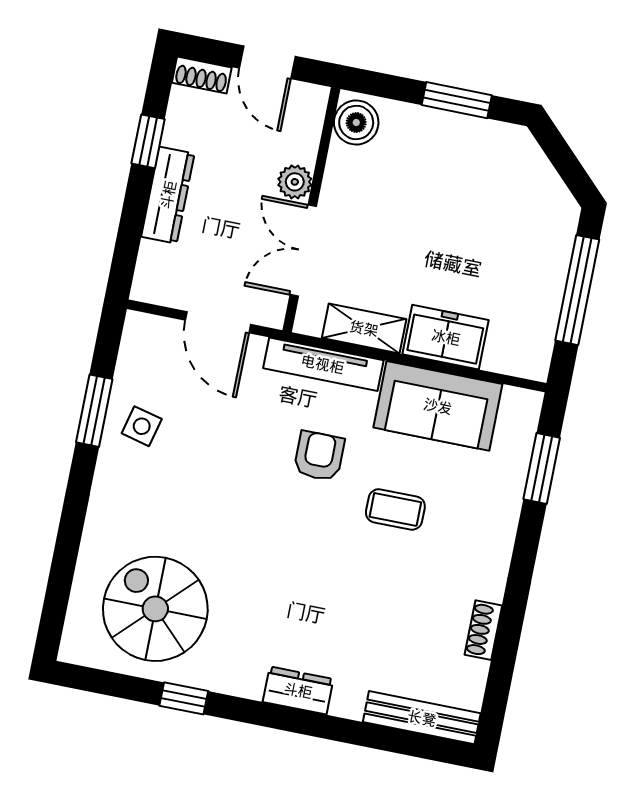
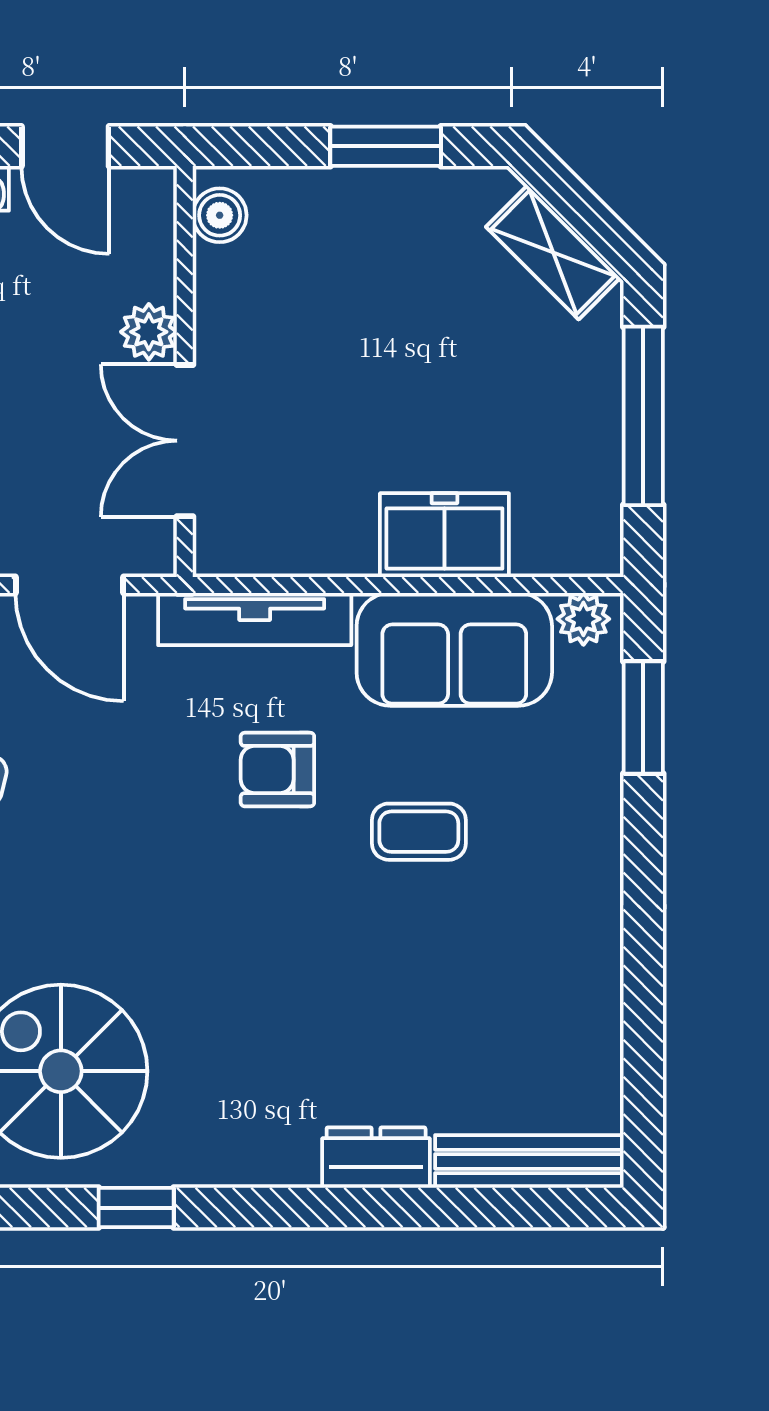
boiler: (356, 122) -> (220, 215), width x0.73, depth x0.73
shelving: (364, 328) -> (553, 252), moved, turned 45
plant: (518, 403) -> (583, 619), added
armchair: (319, 456) -> (277, 770), turned -90
shoe rack: (483, 630) -> (601, 999), removed
dresser: (298, 690) -> (376, 1158), moved

